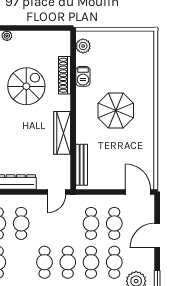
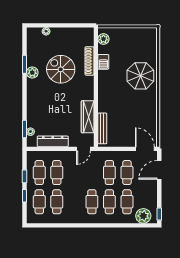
spiral stairs: (26, 86) -> (61, 69), turned -90
parasol: (116, 111) -> (140, 76), moved
wardrobe: (62, 133) -> (88, 117), moved
door: (157, 235) -> (159, 170), moved
cafe table: (44, 262) -> (57, 202), moved

